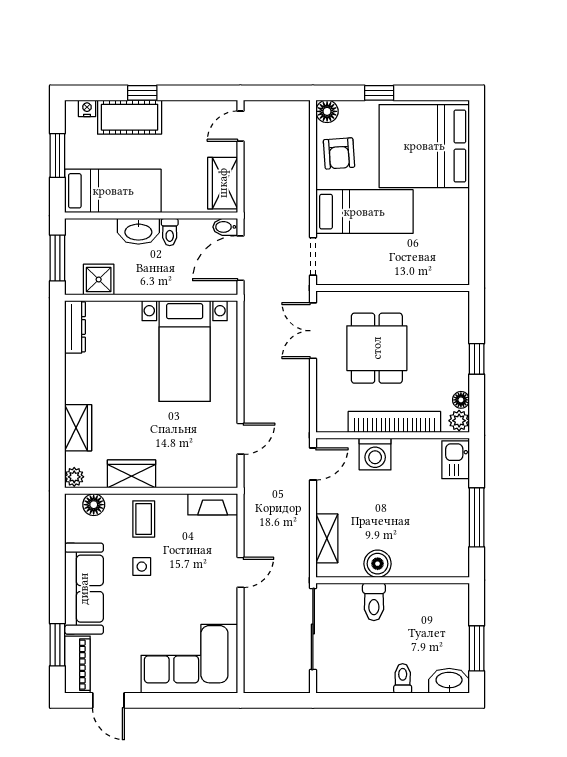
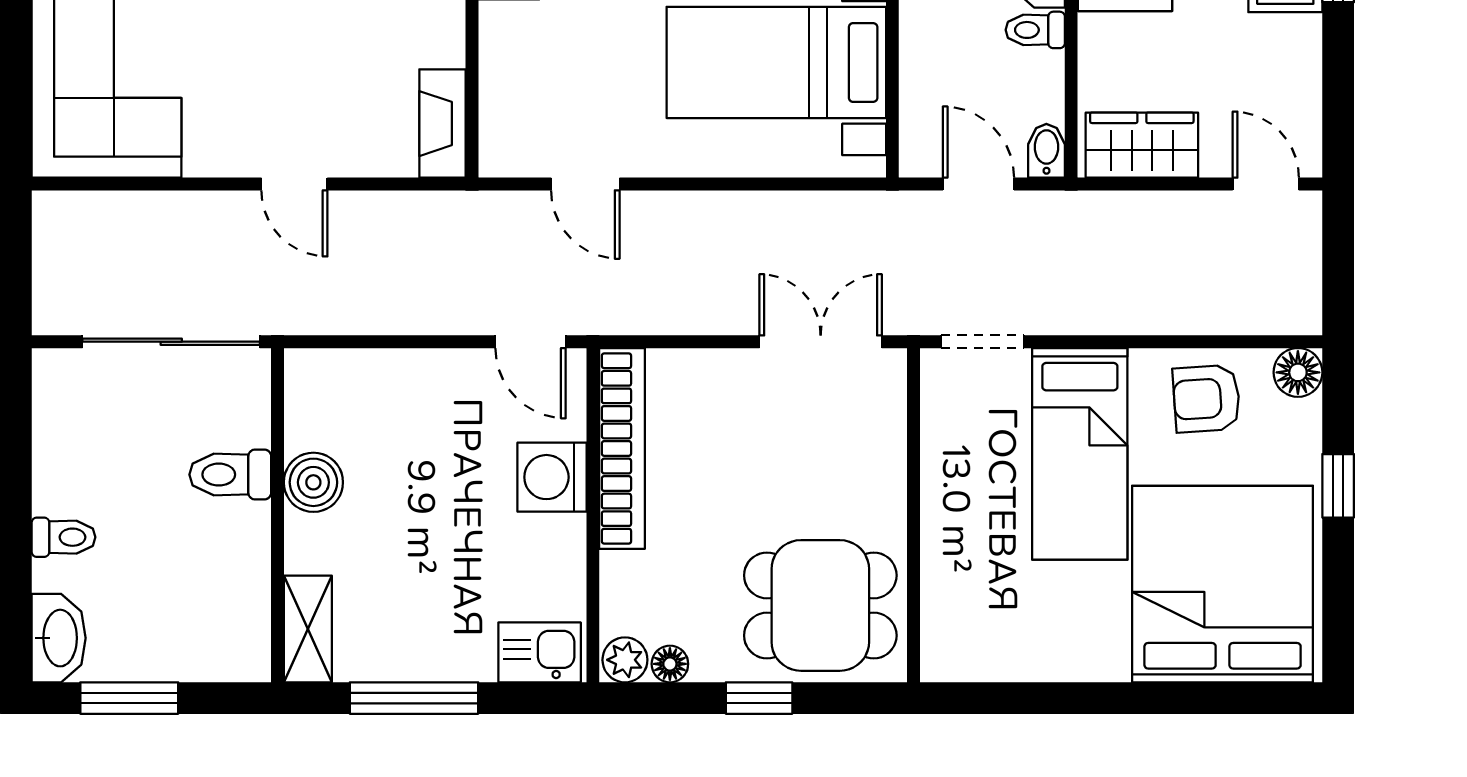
door: (240, 258) -> (978, 184), width x0.73
dining table: (377, 348) -> (820, 605), moved
bookcase: (394, 422) -> (622, 448), moved
shelving: (327, 538) -> (308, 629), moved, turned 90

